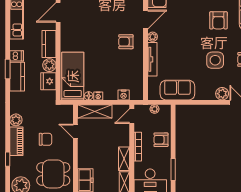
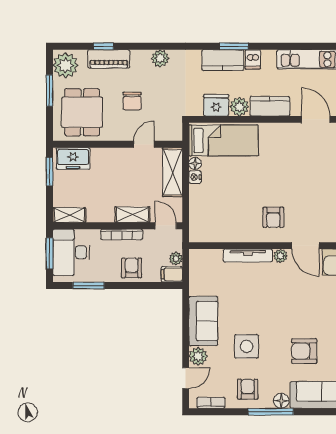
armchair: (126, 42) -> (273, 217), turned 180
sofa: (177, 90) -> (203, 321), moved
nightstand: (124, 95) -> (196, 214), removed
filing cabinet: (165, 112) -> (172, 274), added
piano: (16, 141) -> (109, 59), moved
shelving: (124, 159) -> (132, 215), moved

